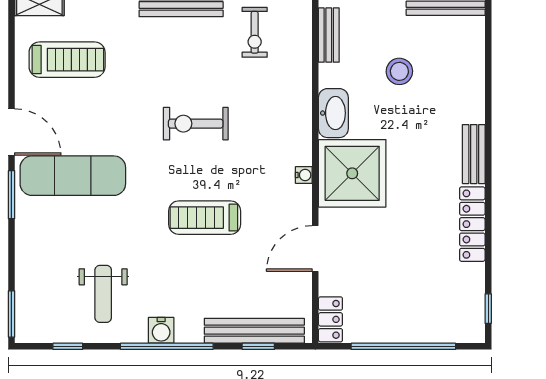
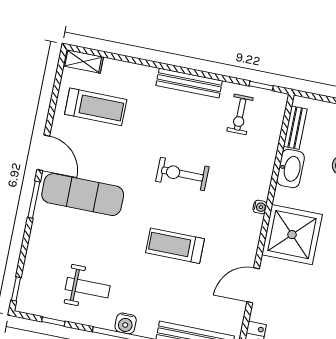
washbasin: (333, 113) -> (291, 169), moved
water cooler: (304, 175) -> (260, 207), moved
weight bench: (103, 294) -> (88, 288), turned -90
window: (11, 314) -> (16, 289), width x0.67

